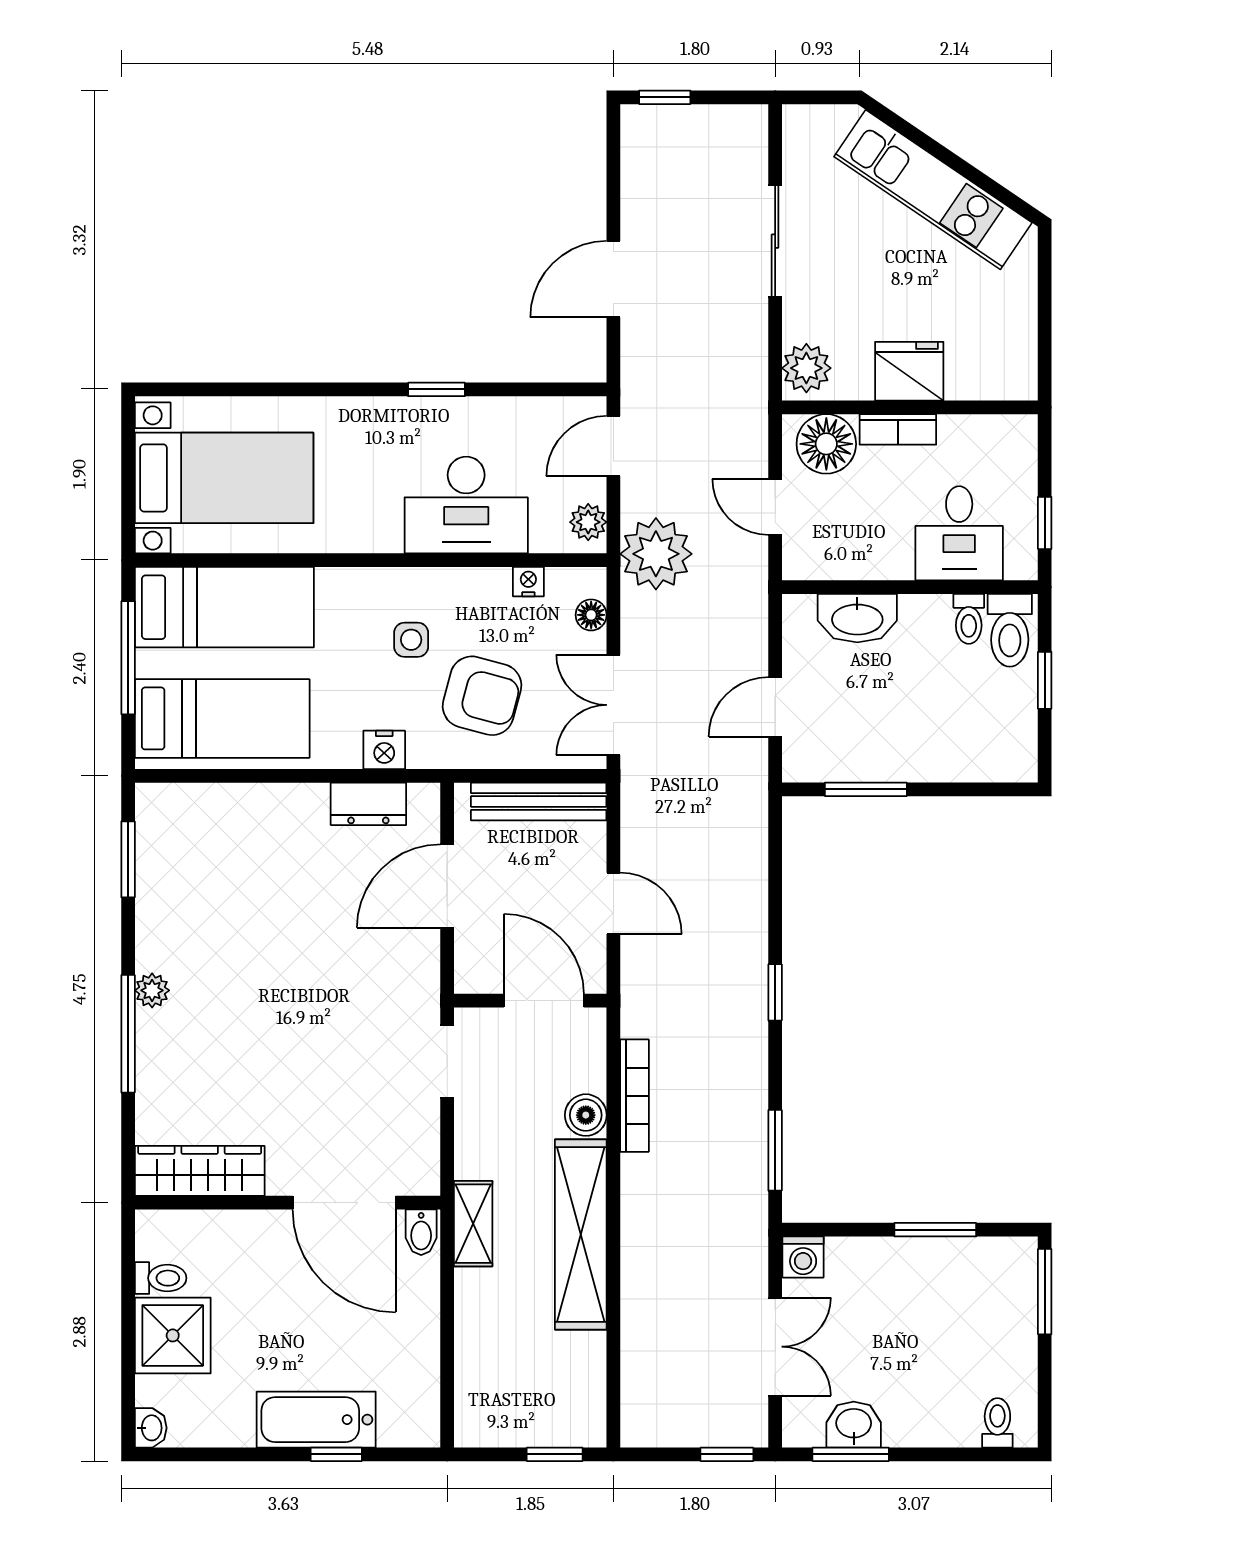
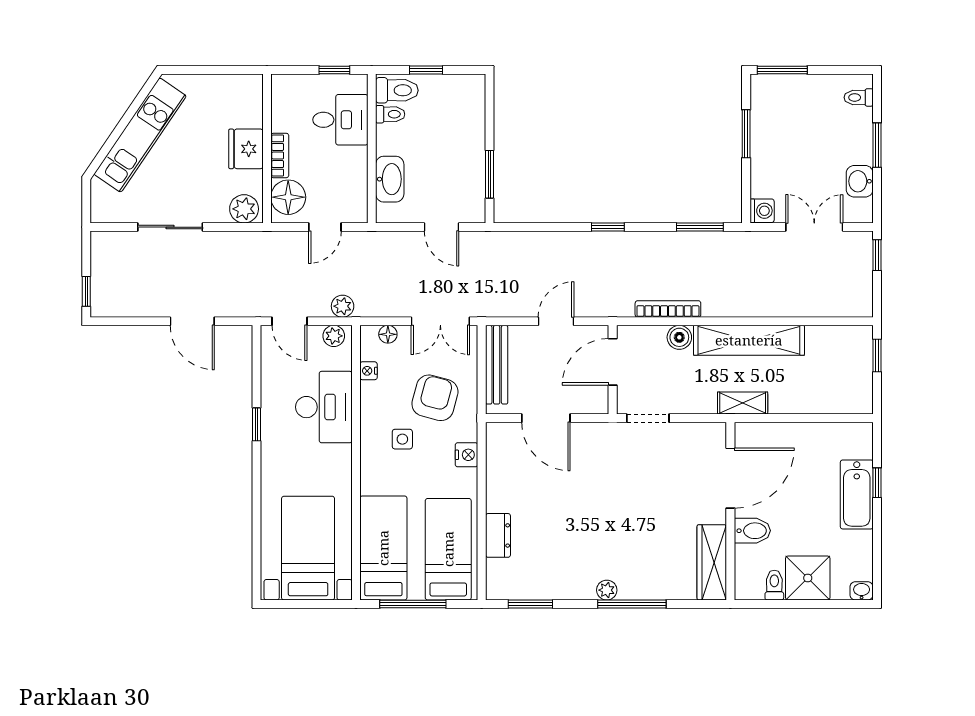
plant: (656, 554) -> (343, 306), width x0.53, depth x0.53
dresser: (368, 804) -> (498, 535), moved
bidet: (421, 1232) -> (752, 531), moved, width x1.38, depth x1.36
window: (851, 1454) -> (877, 145), moved

